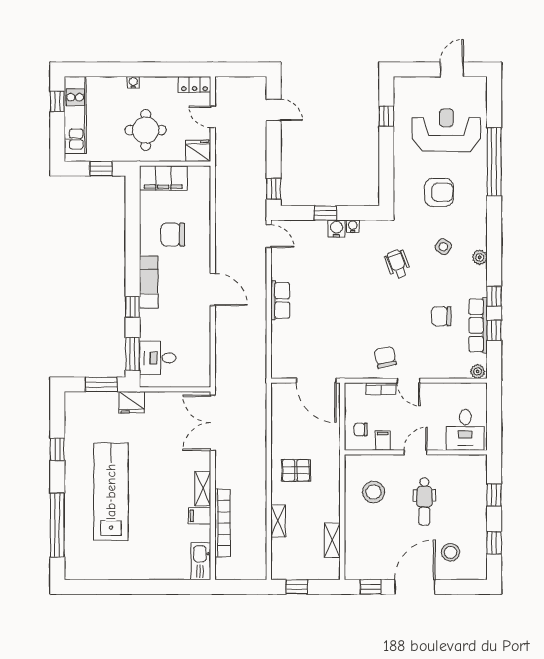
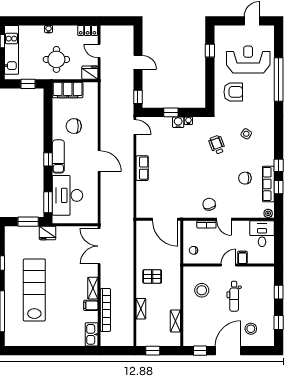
door: (274, 110) -> (138, 62), moved
armchair: (439, 192) -> (233, 92), moved
plant: (480, 257) -> (269, 141), removed
window: (133, 307) -> (48, 159), moved
desk: (158, 358) -> (68, 195), width x1.87, depth x1.30
desk: (465, 430) -> (262, 234), moved, turned 180
filing cabinet: (383, 440) -> (242, 257), moved

